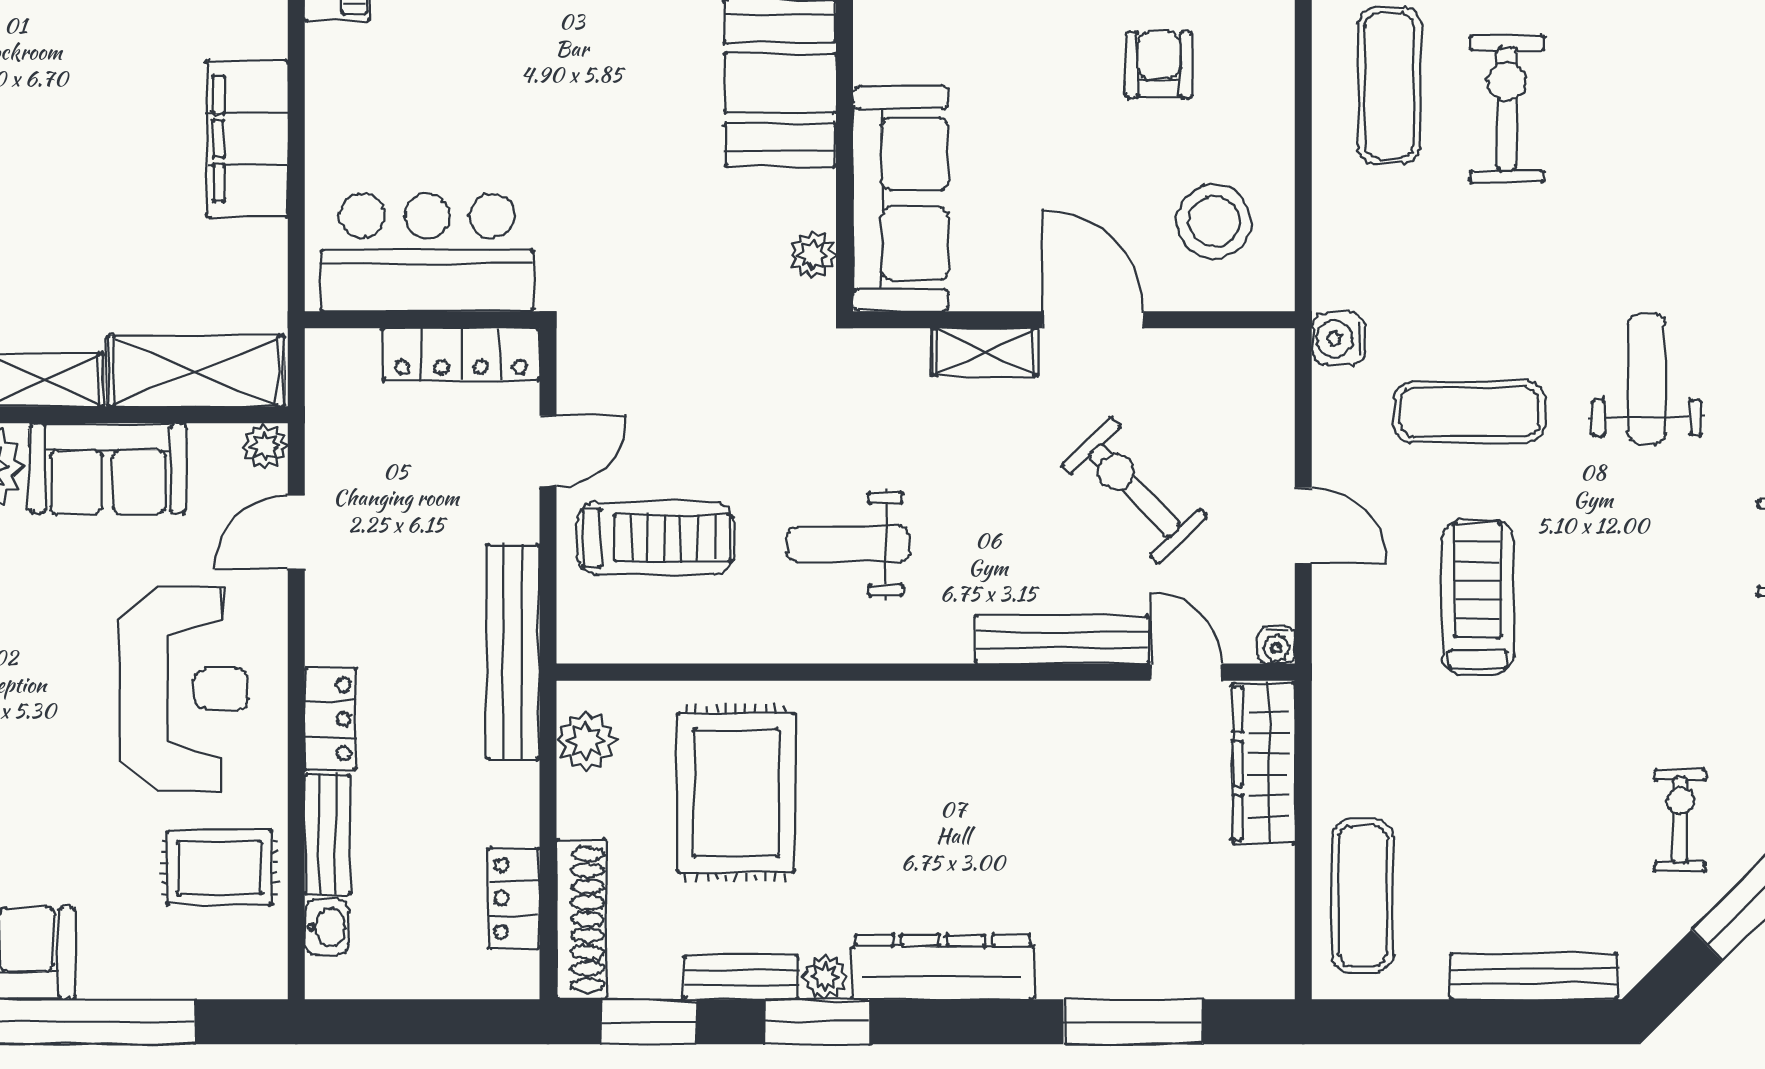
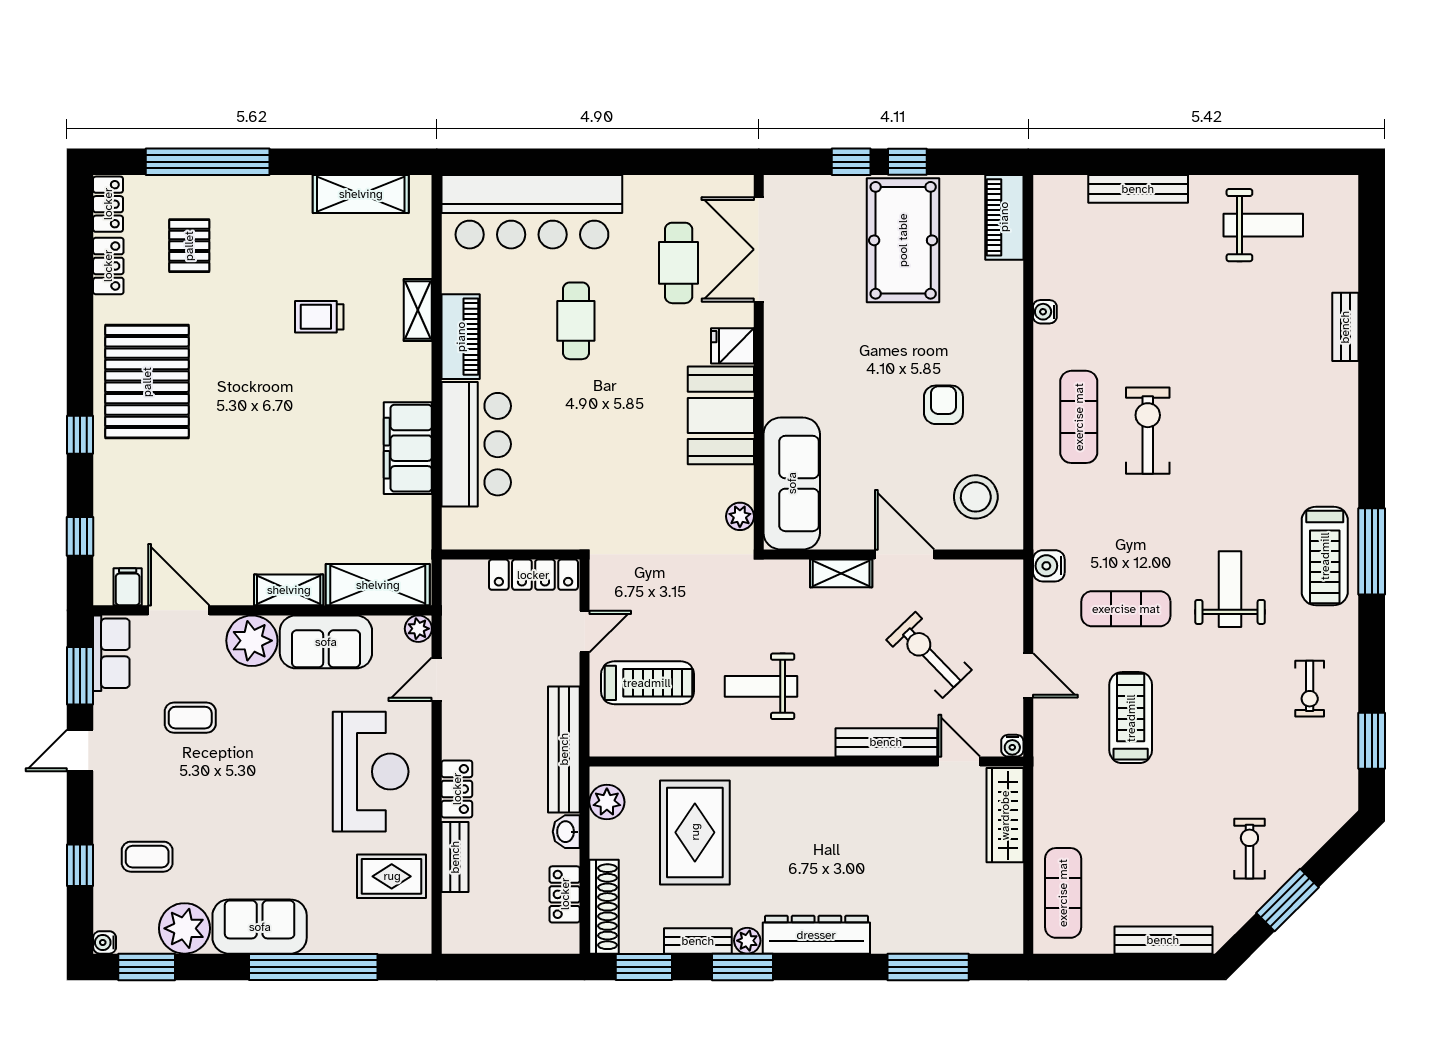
bar counter: (427, 252) -> (476, 444), moved, turned 90
washbasin: (327, 927) -> (566, 832), moved, turned 180

